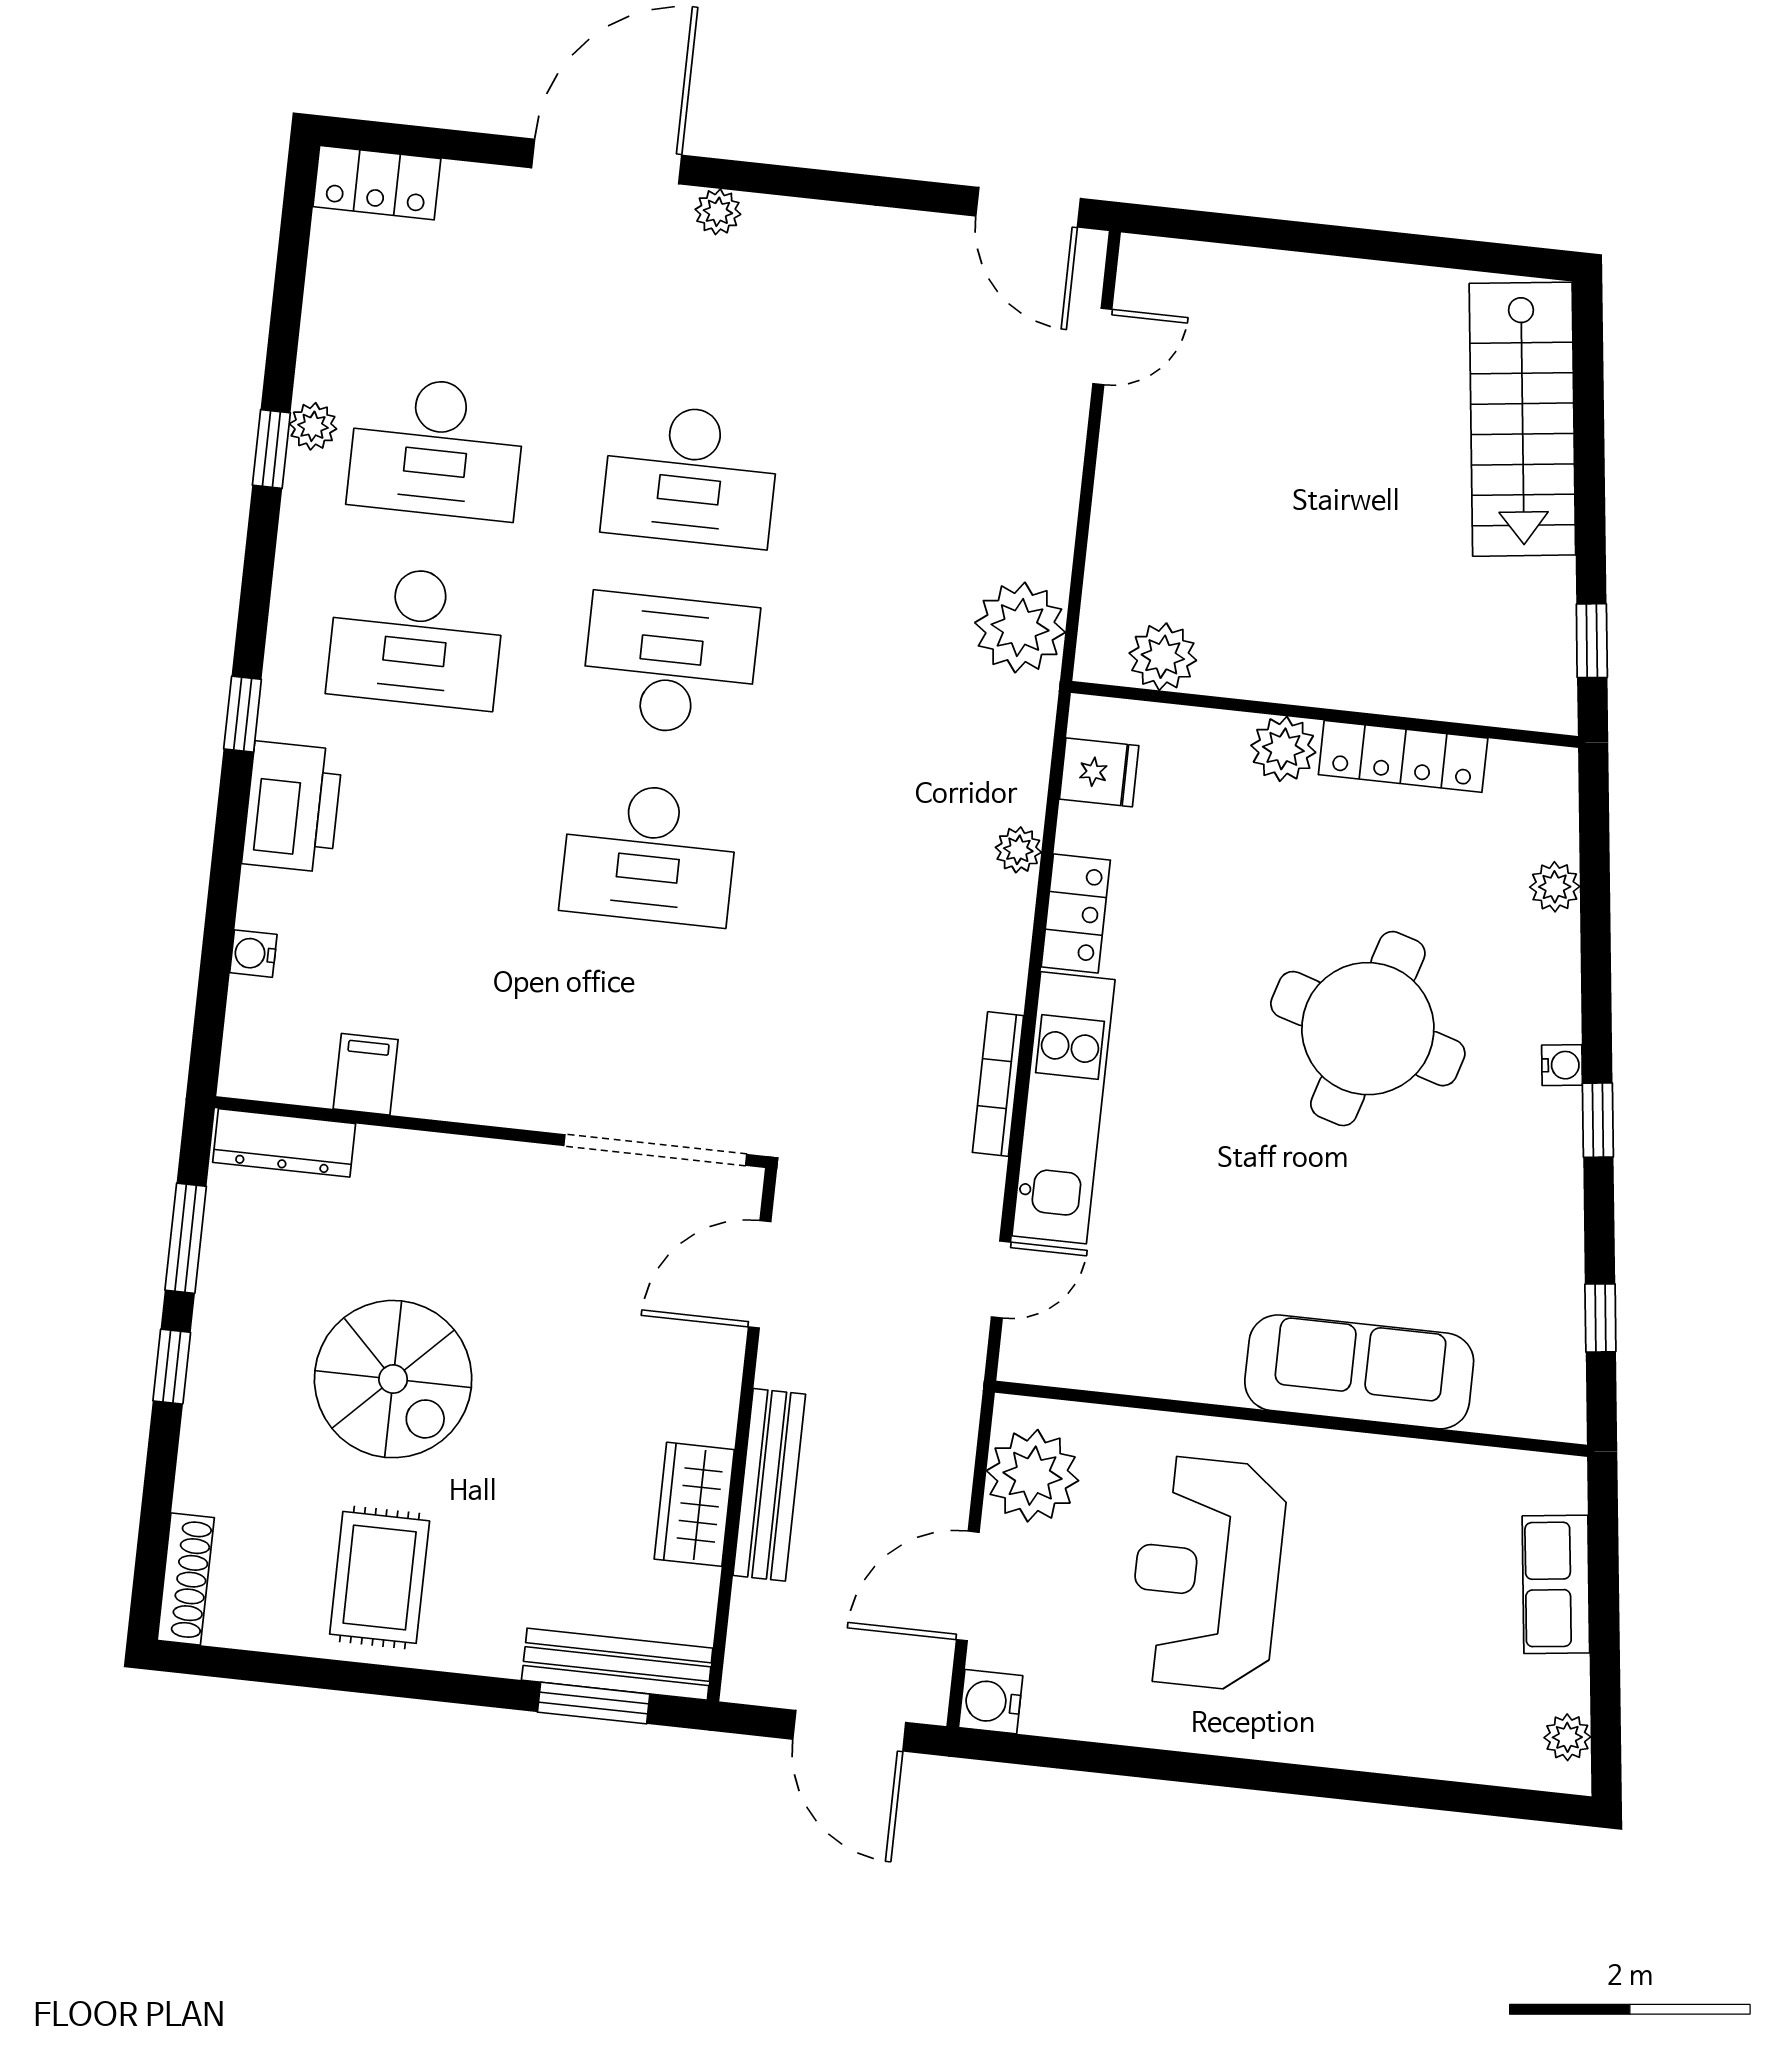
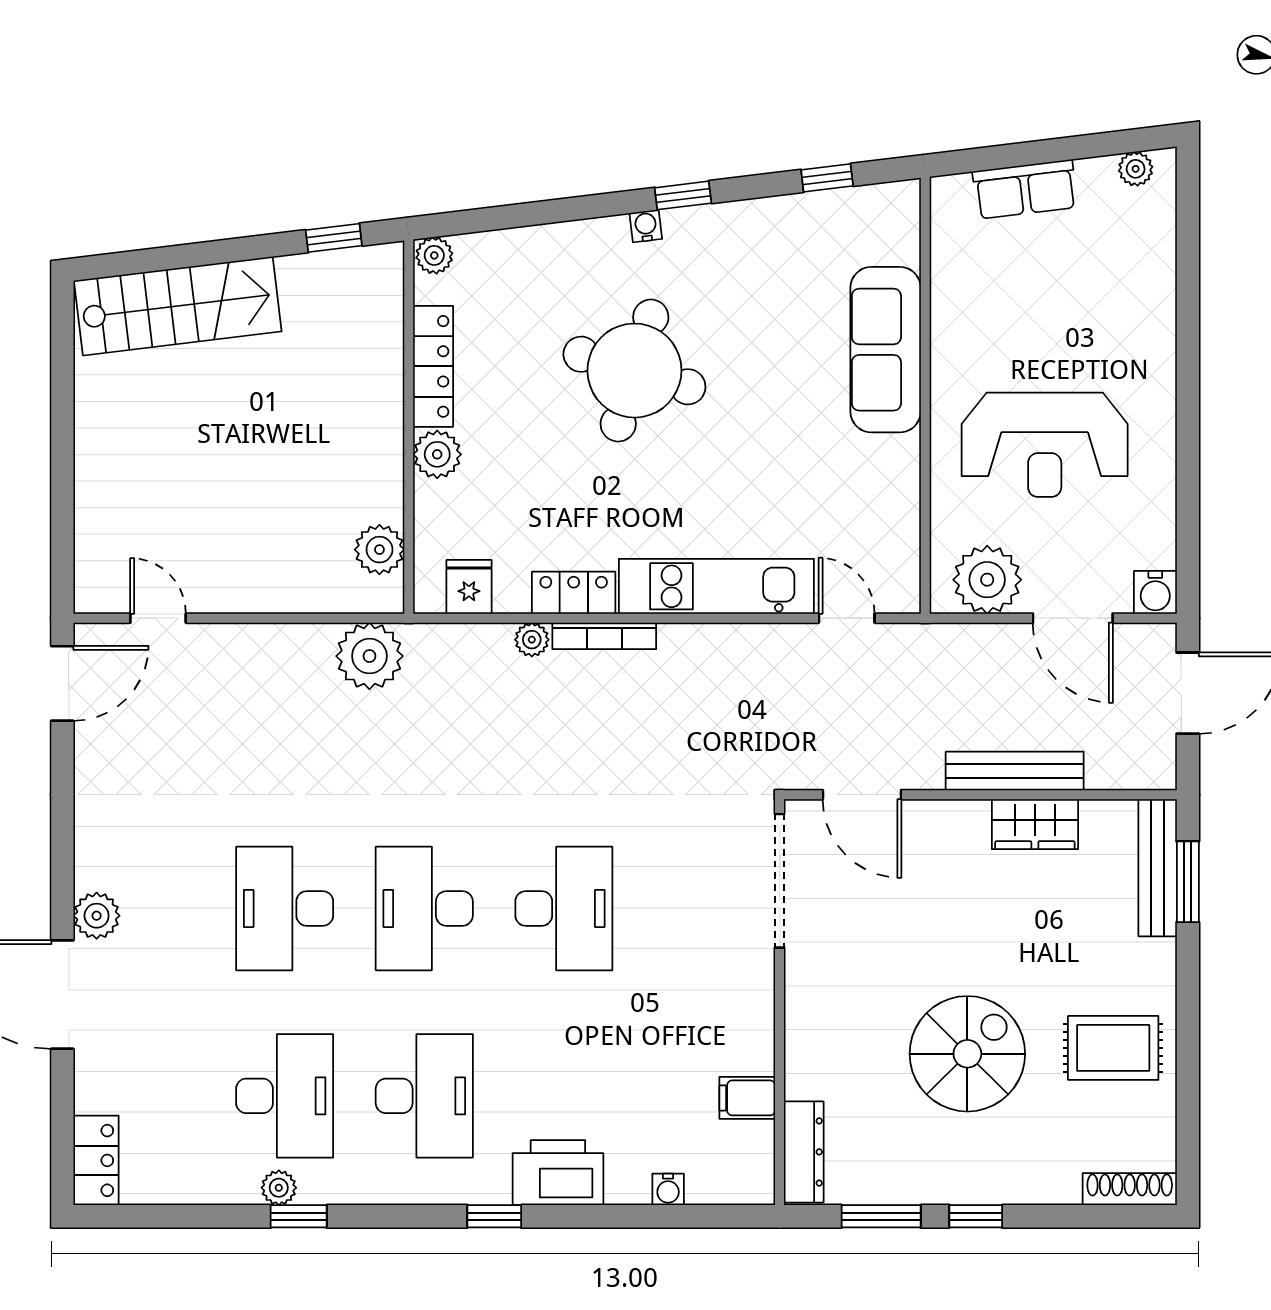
plant: (718, 212) -> (97, 916), width x1.38, depth x1.38
desk: (690, 475) -> (285, 908), turned 180
plant: (1555, 887) -> (434, 255), moved
bookcase: (998, 1084) -> (604, 636), moved

